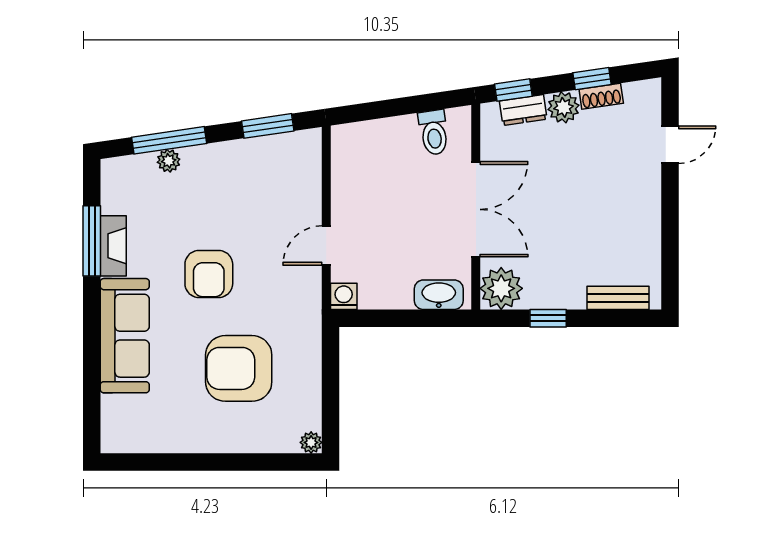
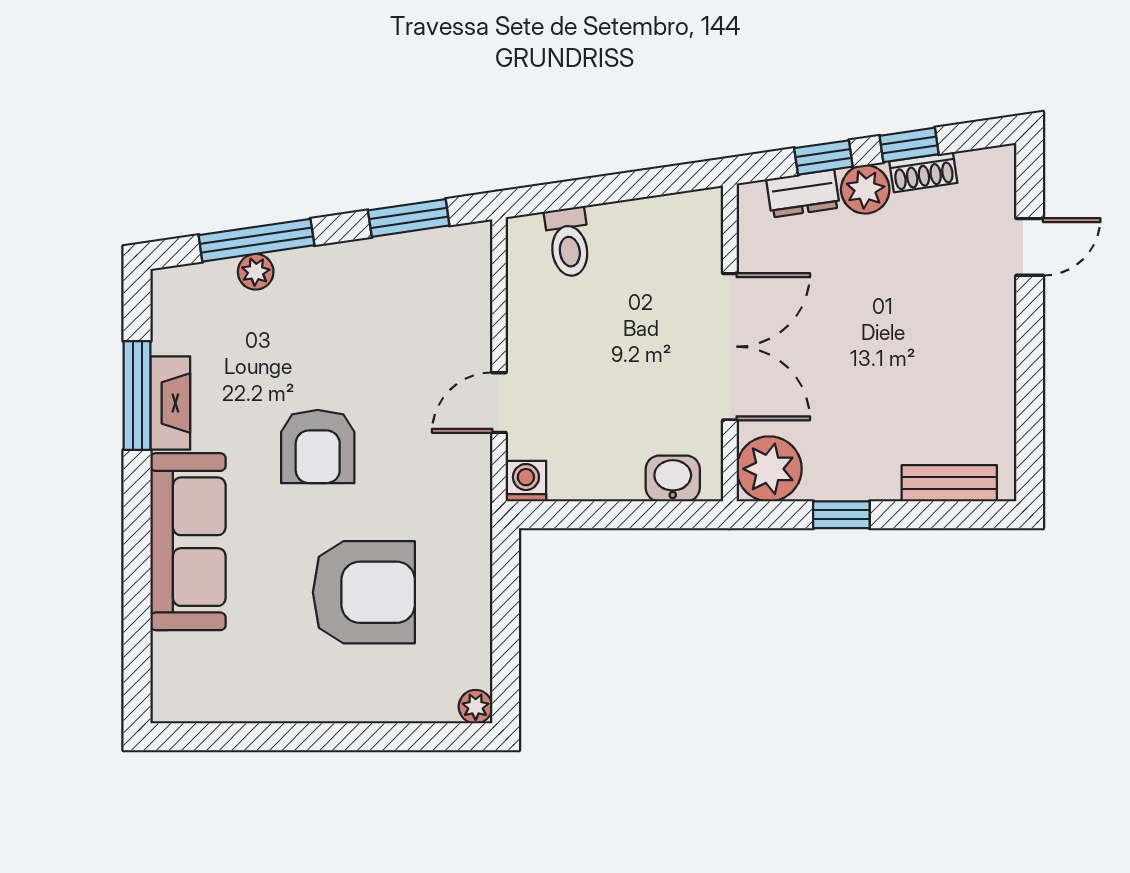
window: (513, 90) -> (823, 157), moved
toilet: (434, 133) -> (568, 242), moved
washbasin: (439, 295) -> (673, 478), width x0.72
armchair: (239, 368) -> (364, 592), turned 180

